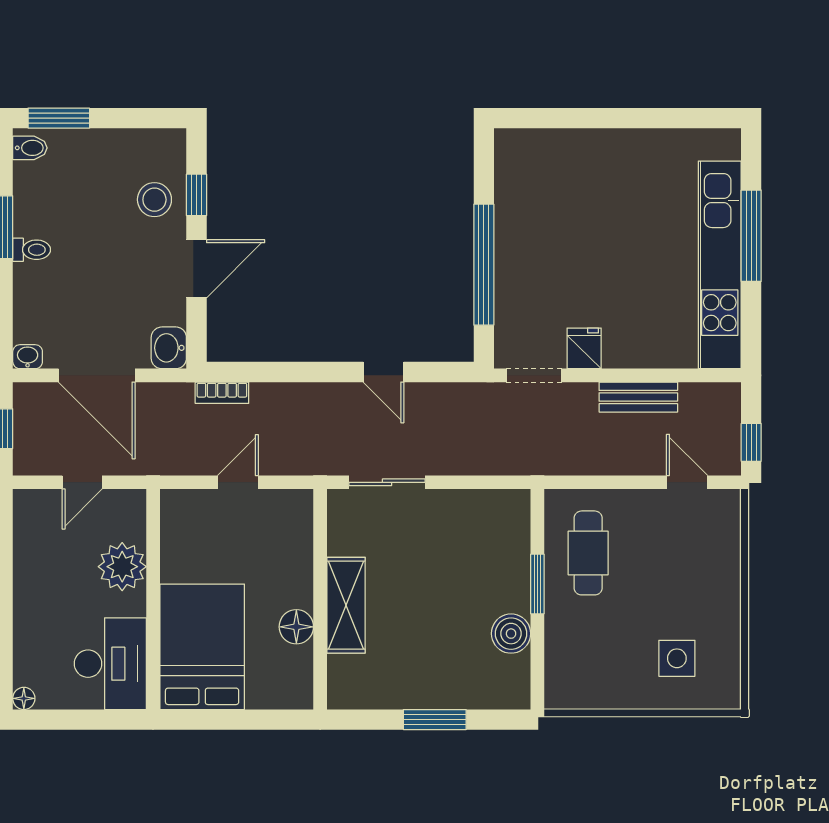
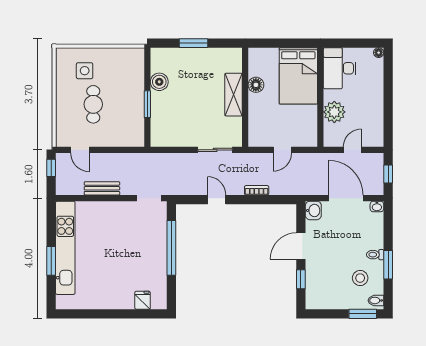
stool: (154, 200) -> (360, 278), moved
window: (751, 236) -> (51, 261), width x0.69
fridge: (584, 348) -> (143, 300), moved, turned 180
bookcase: (222, 393) -> (257, 190), moved
cafe table: (588, 553) -> (93, 104), moved

